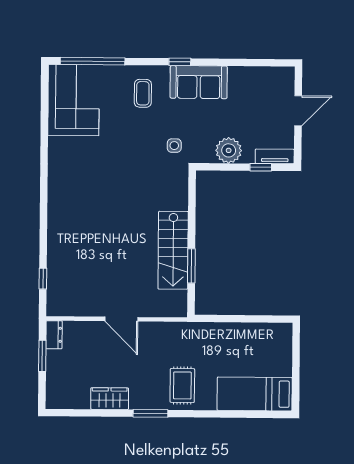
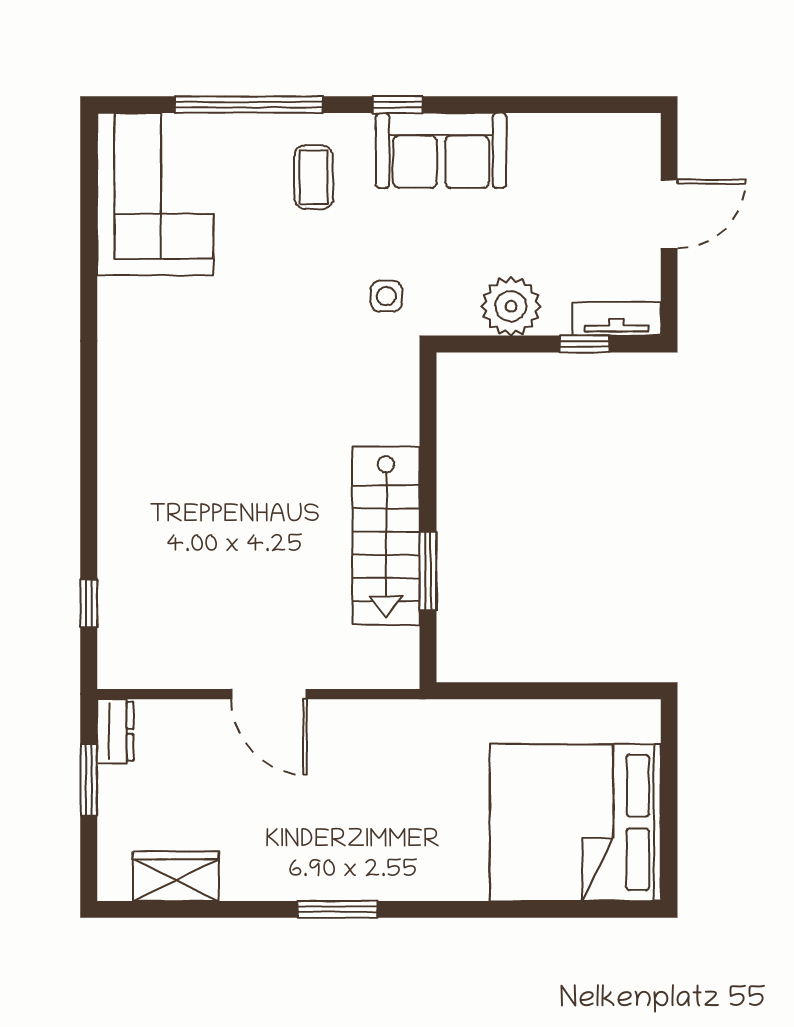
window: (93, 61) -> (249, 105), moved
rug: (182, 385) -> (410, 845), removed
bed: (255, 394) -> (575, 823), width x2.04
wardrobe: (110, 399) -> (176, 876), moved

